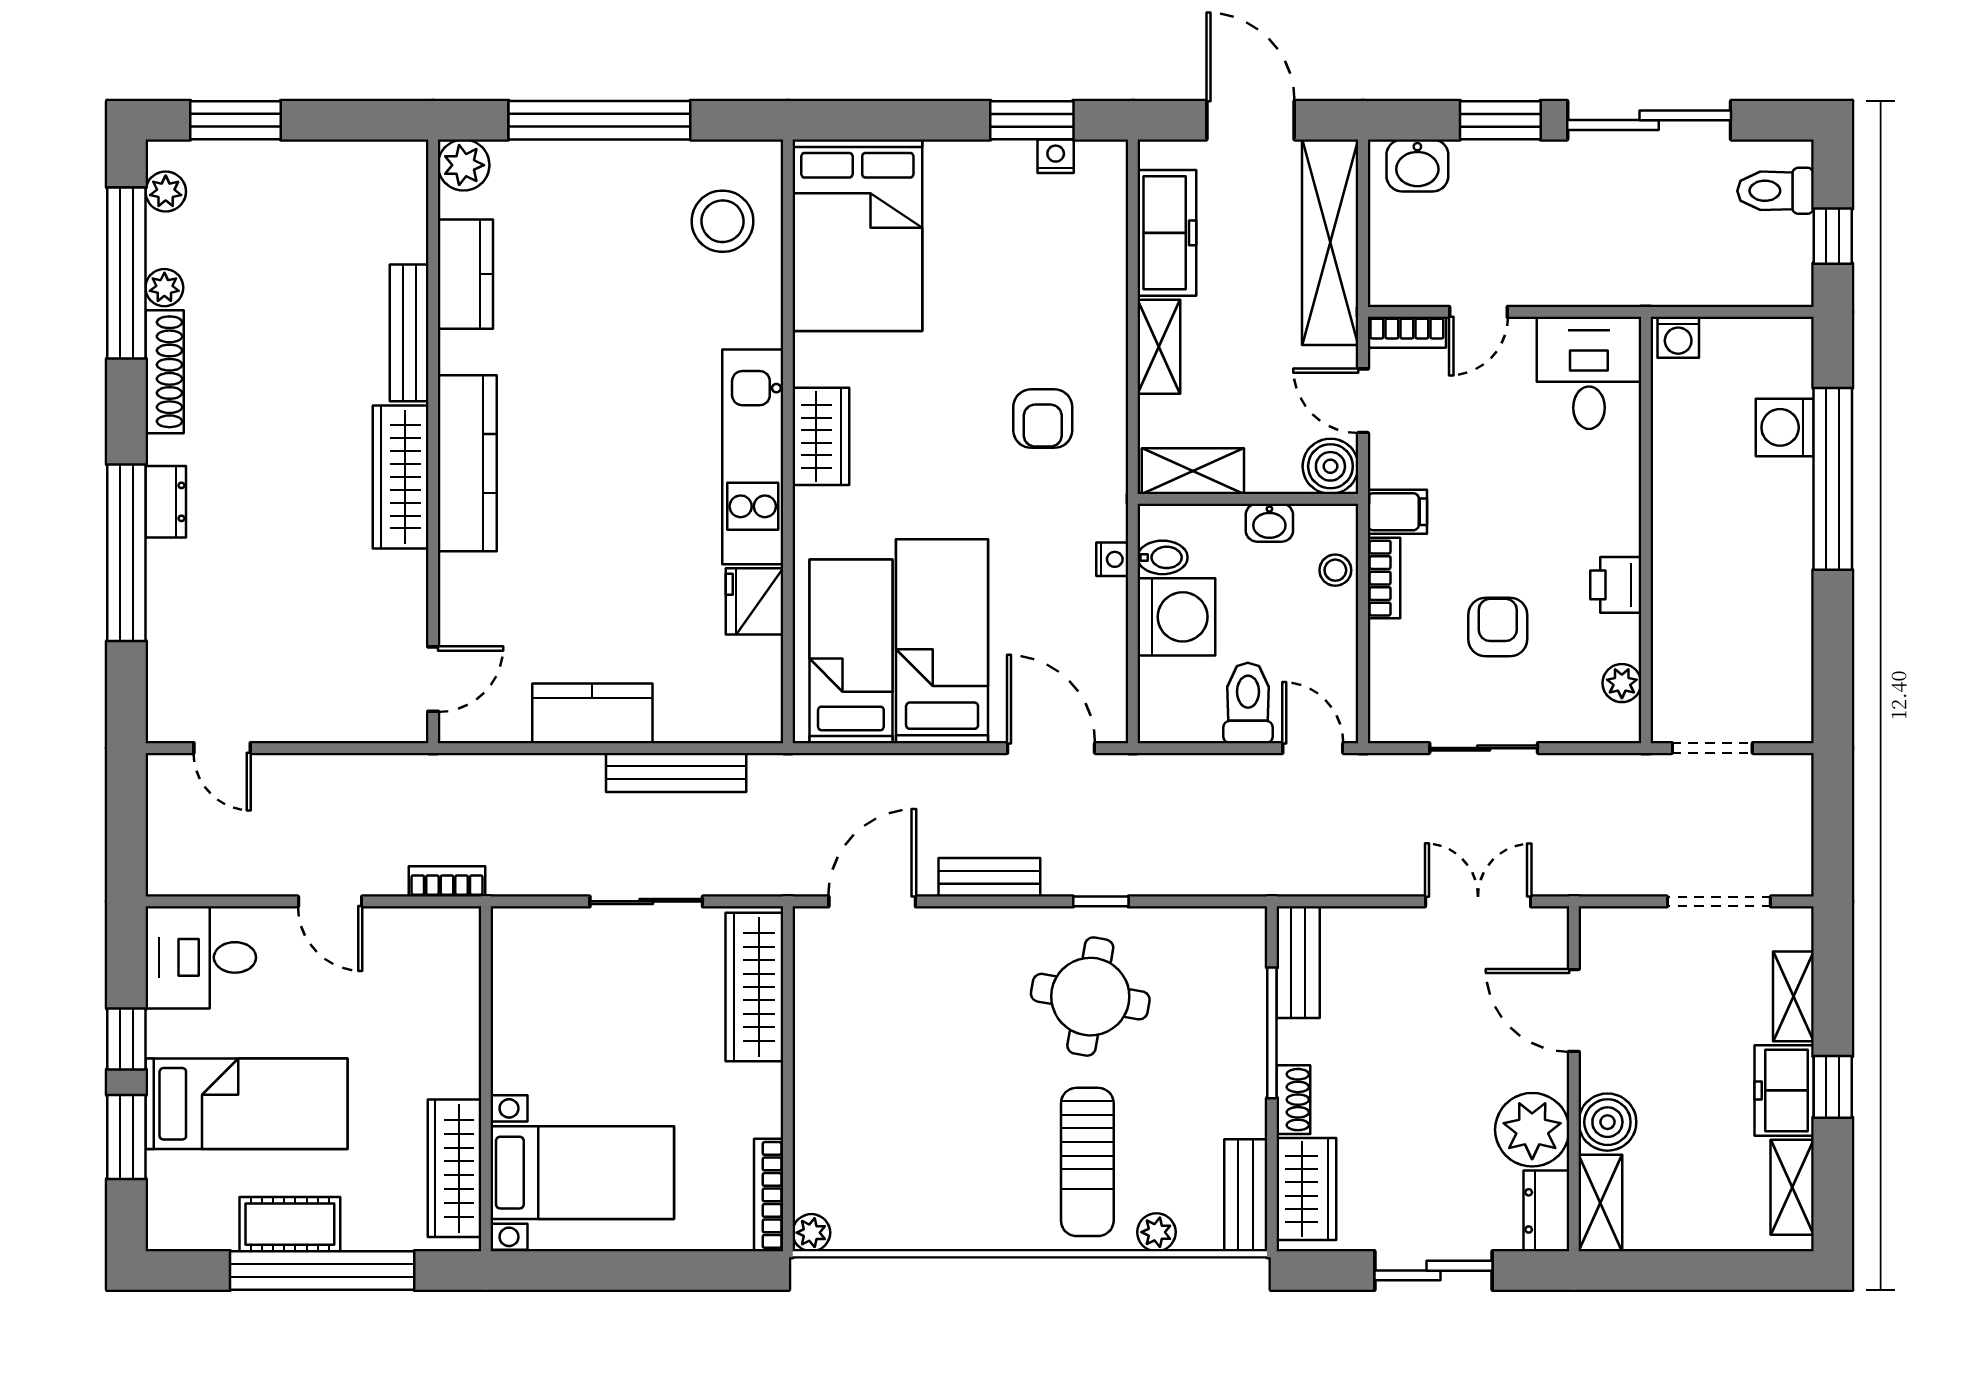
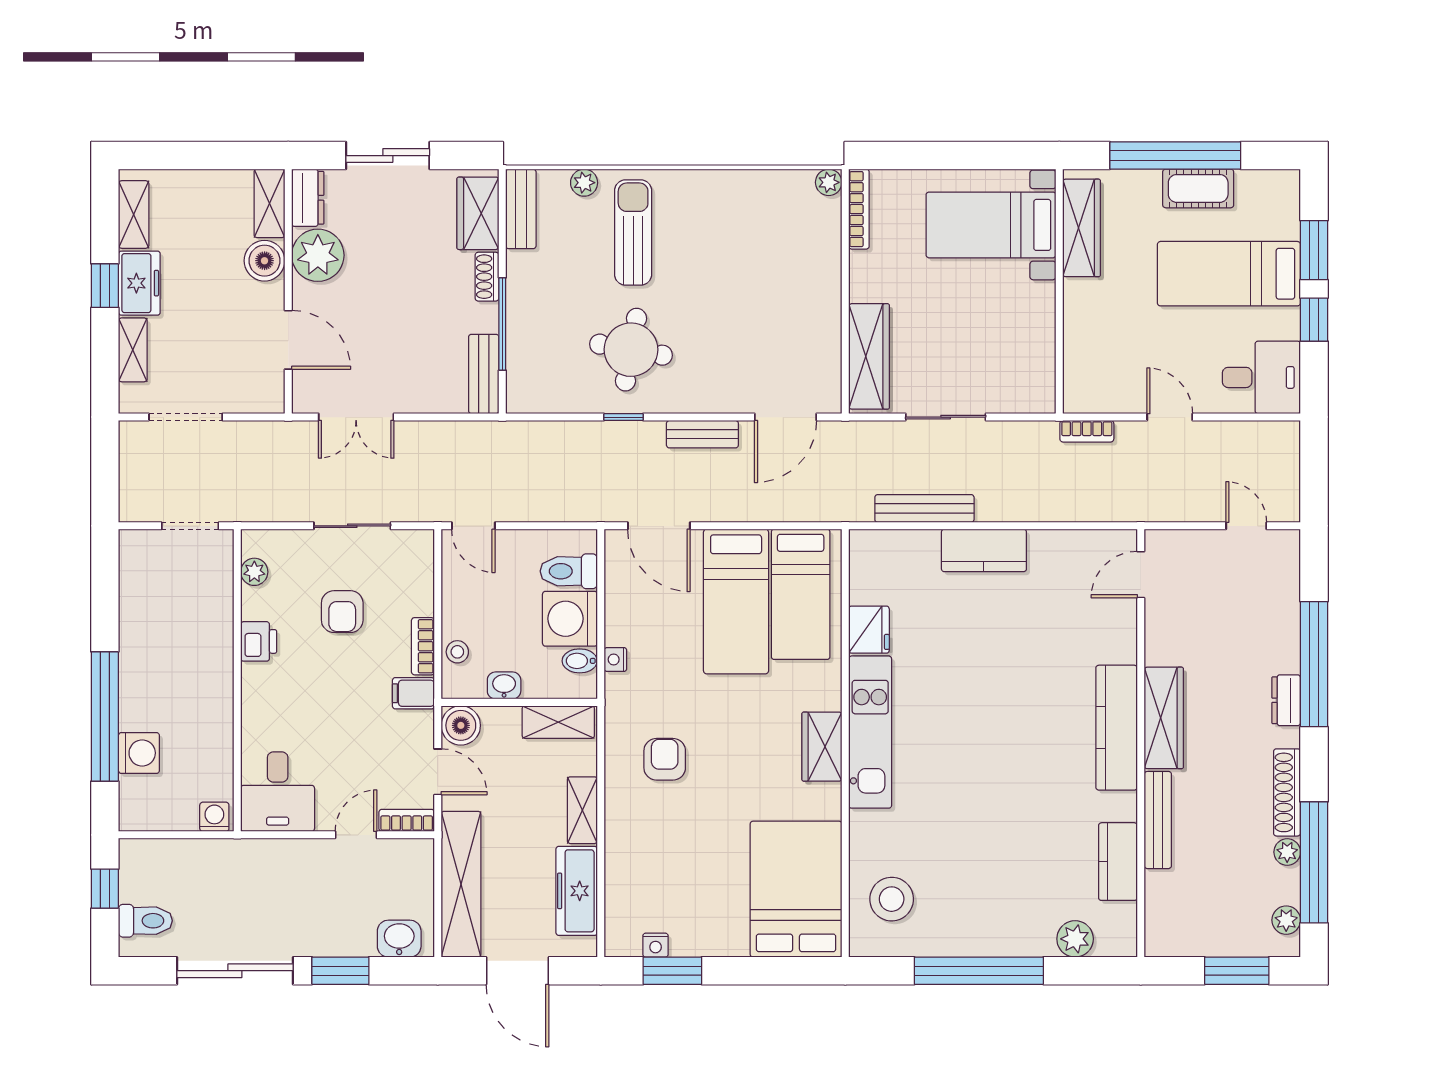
kitchen counter: (465, 274) -> (1118, 862), moved
bench: (409, 333) -> (1158, 820), moved
wall: (433, 441) -> (1141, 743), moved
kitchen counter: (467, 463) -> (1117, 728), moved
wardrobe: (401, 477) -> (1164, 718), moved
door: (433, 679) -> (1141, 575), moved
toilet: (1248, 703) -> (569, 571), moved, turned 90

